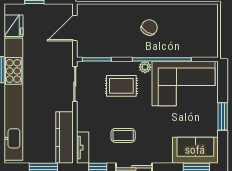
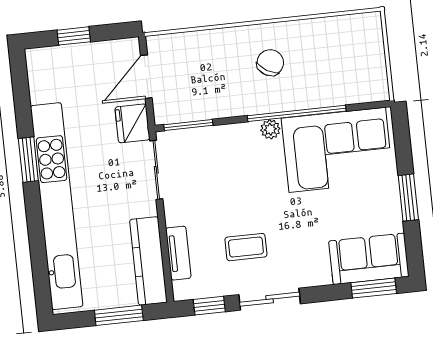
fridge: (13, 26) -> (132, 123), moved, turned 180
rug: (121, 86) -> (234, 165), removed
tv unit: (83, 148) -> (178, 253), moved

